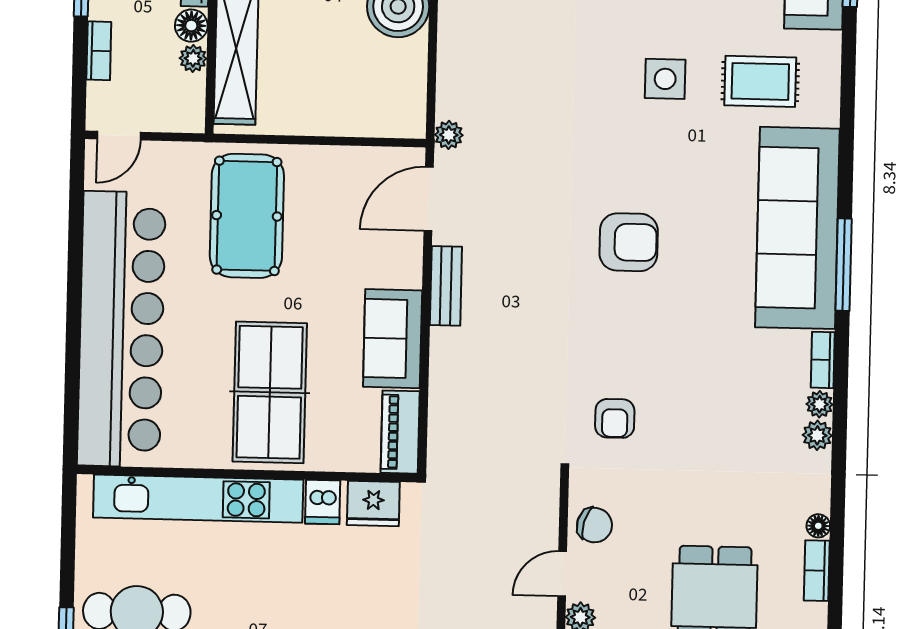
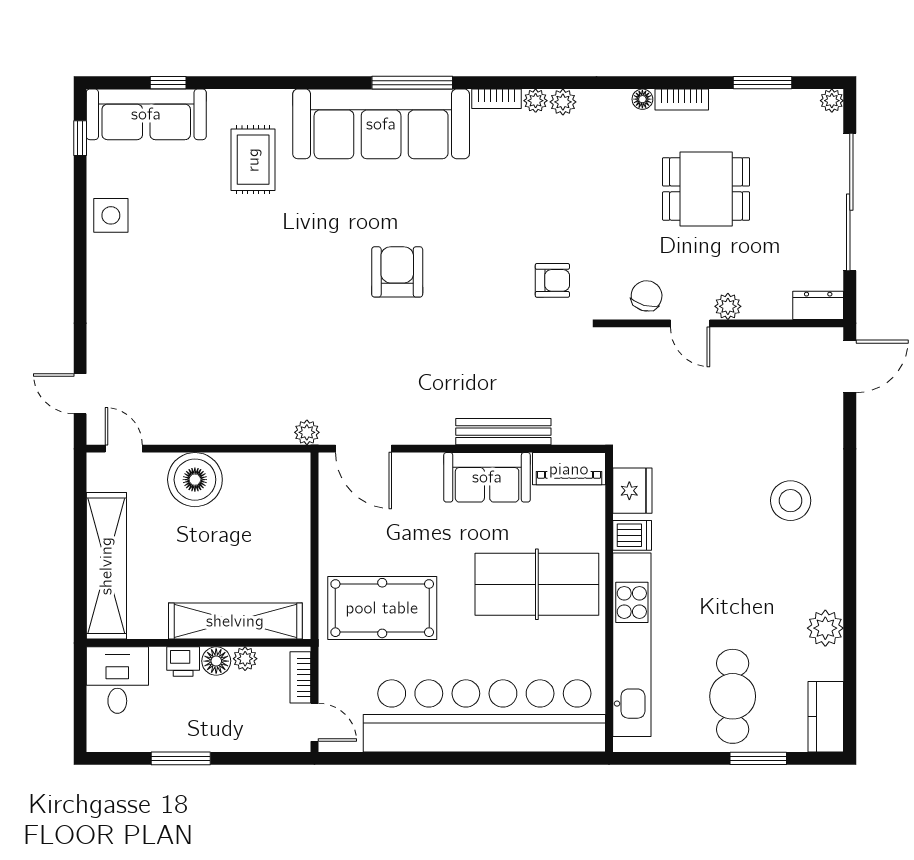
bookcase: (99, 51) -> (300, 677), moved, turned -90
side table: (665, 79) -> (253, 243), removed
bench: (446, 286) -> (503, 432), moved, width x1.36

